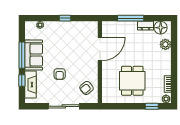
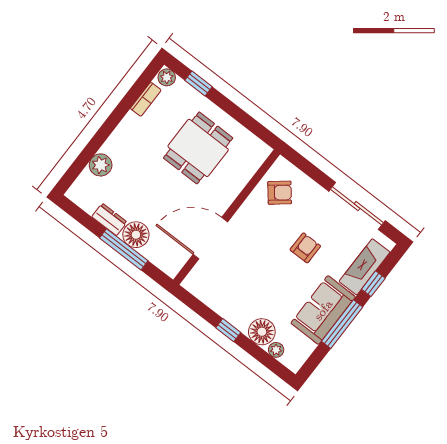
floor lamp: (51, 28) -> (262, 332), added
floor lamp: (161, 28) -> (136, 235), moved
sliding door: (64, 106) -> (357, 206), moved

